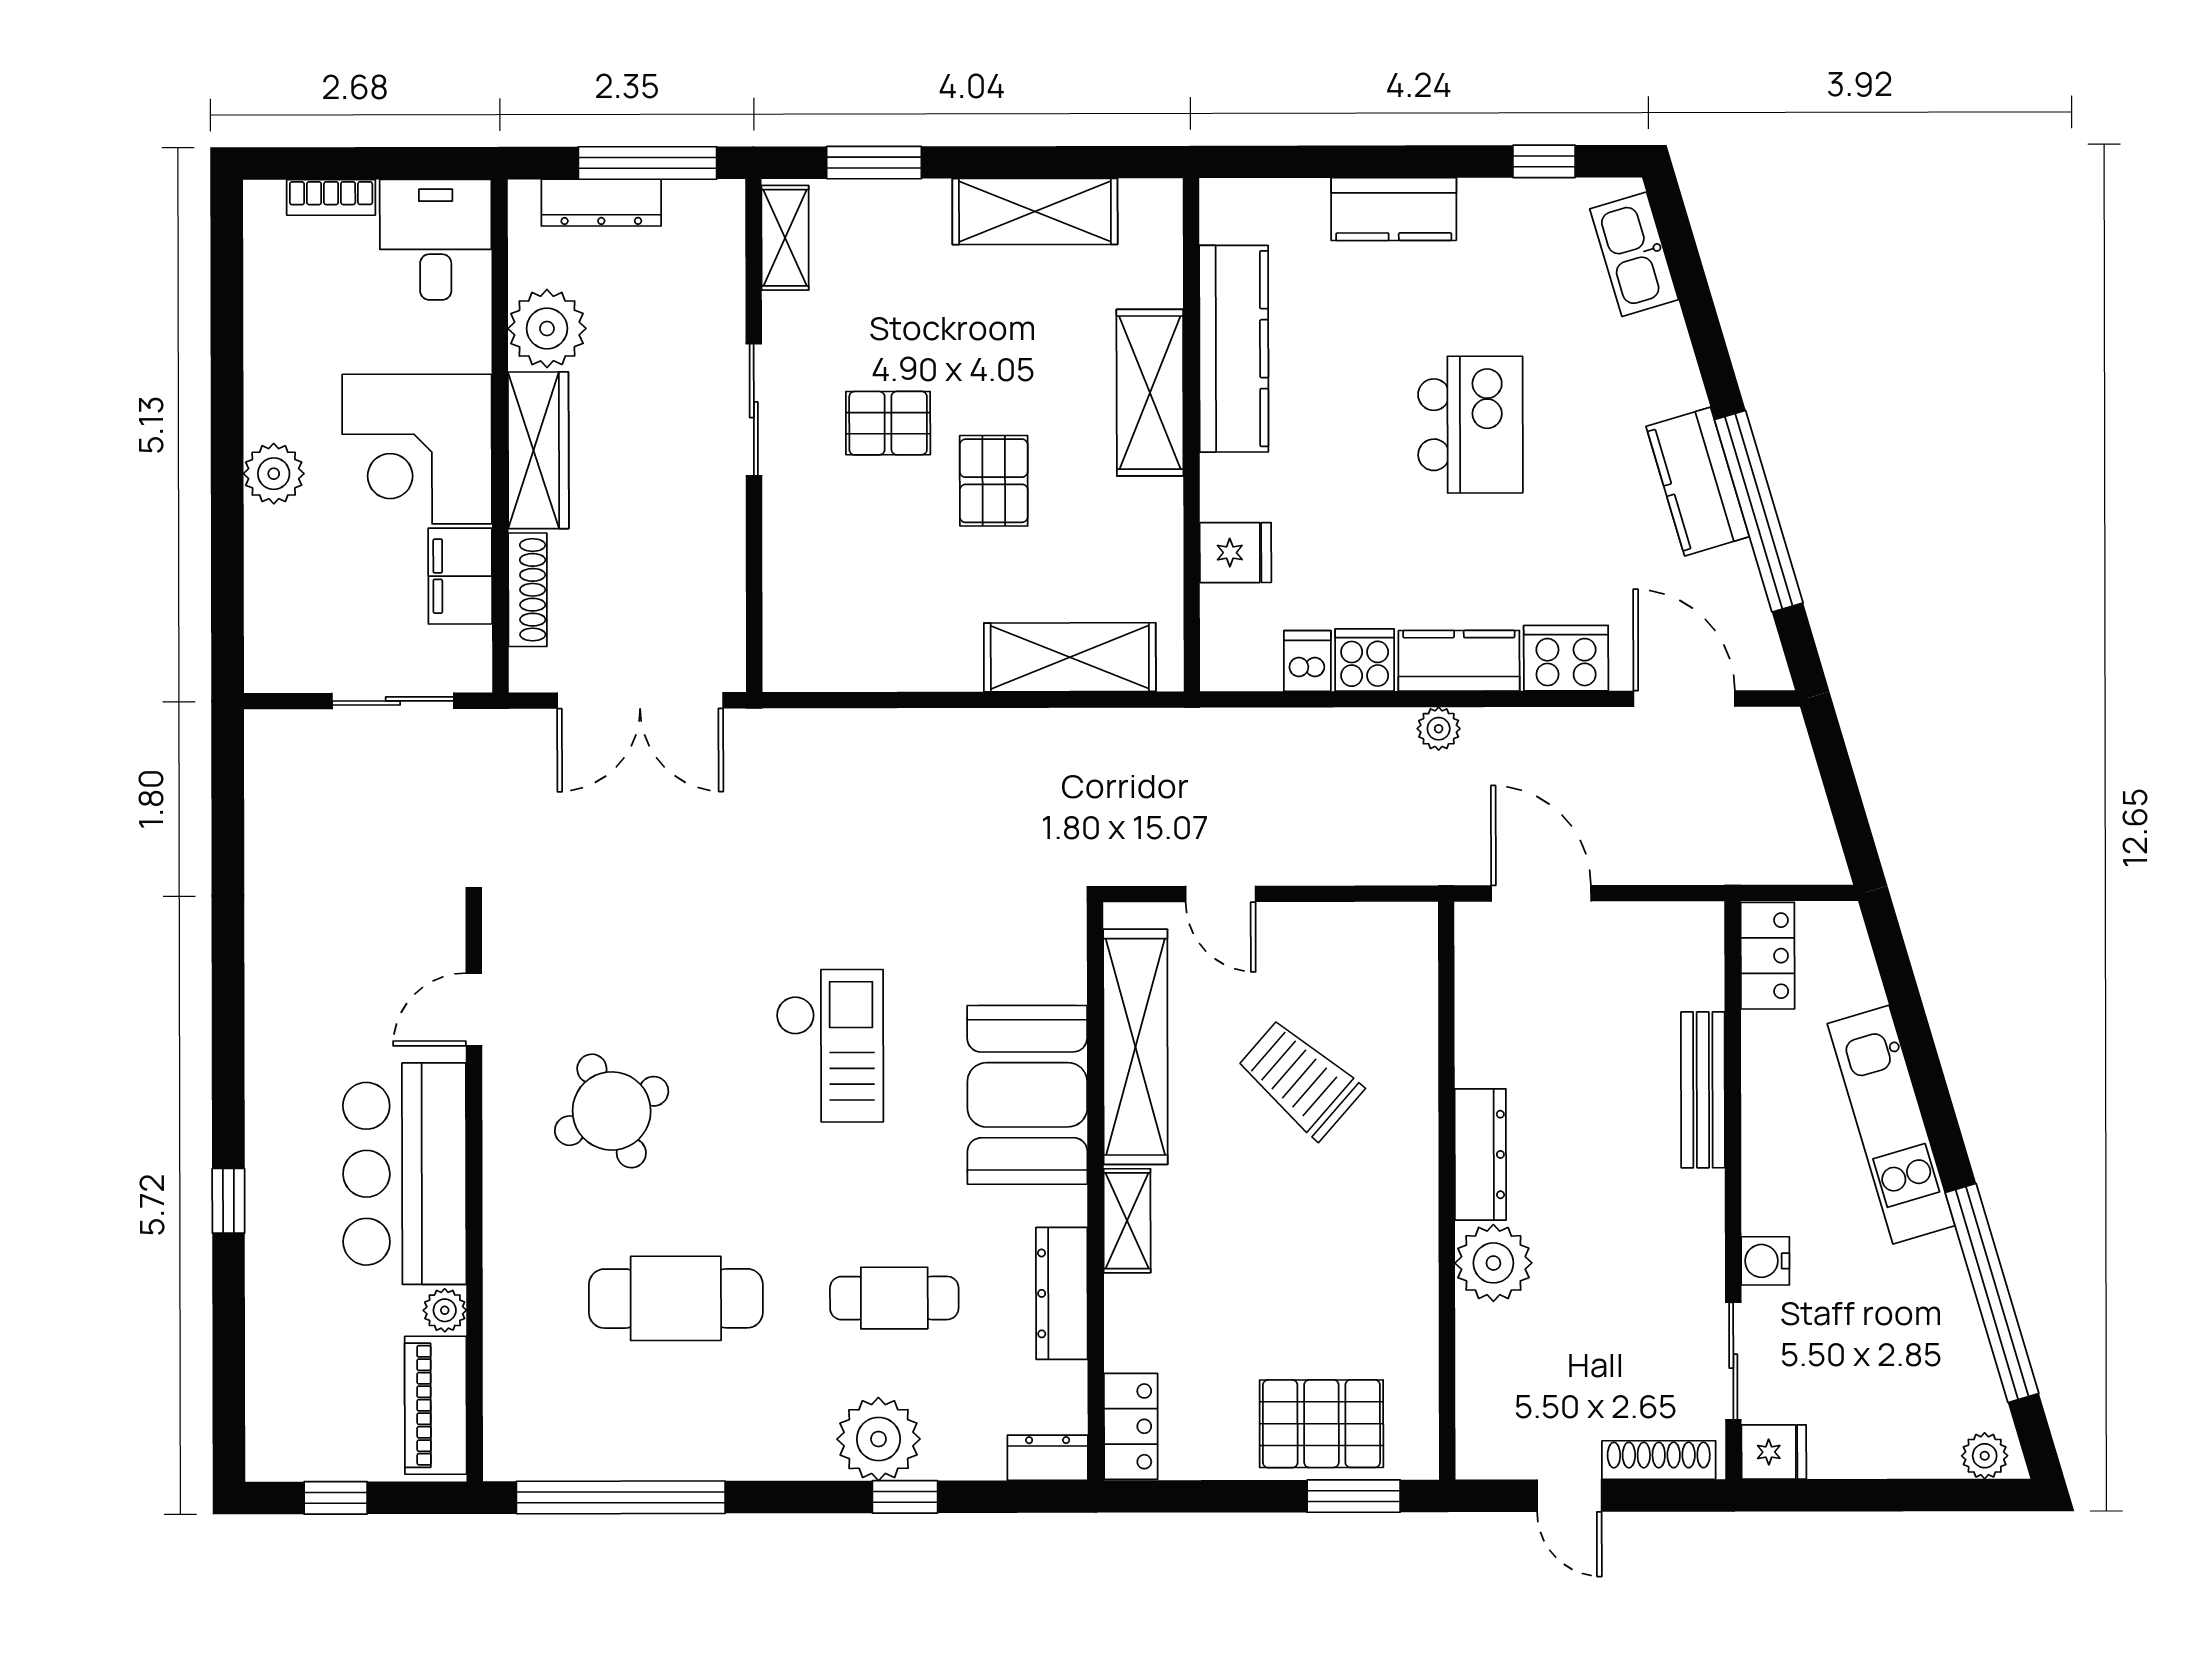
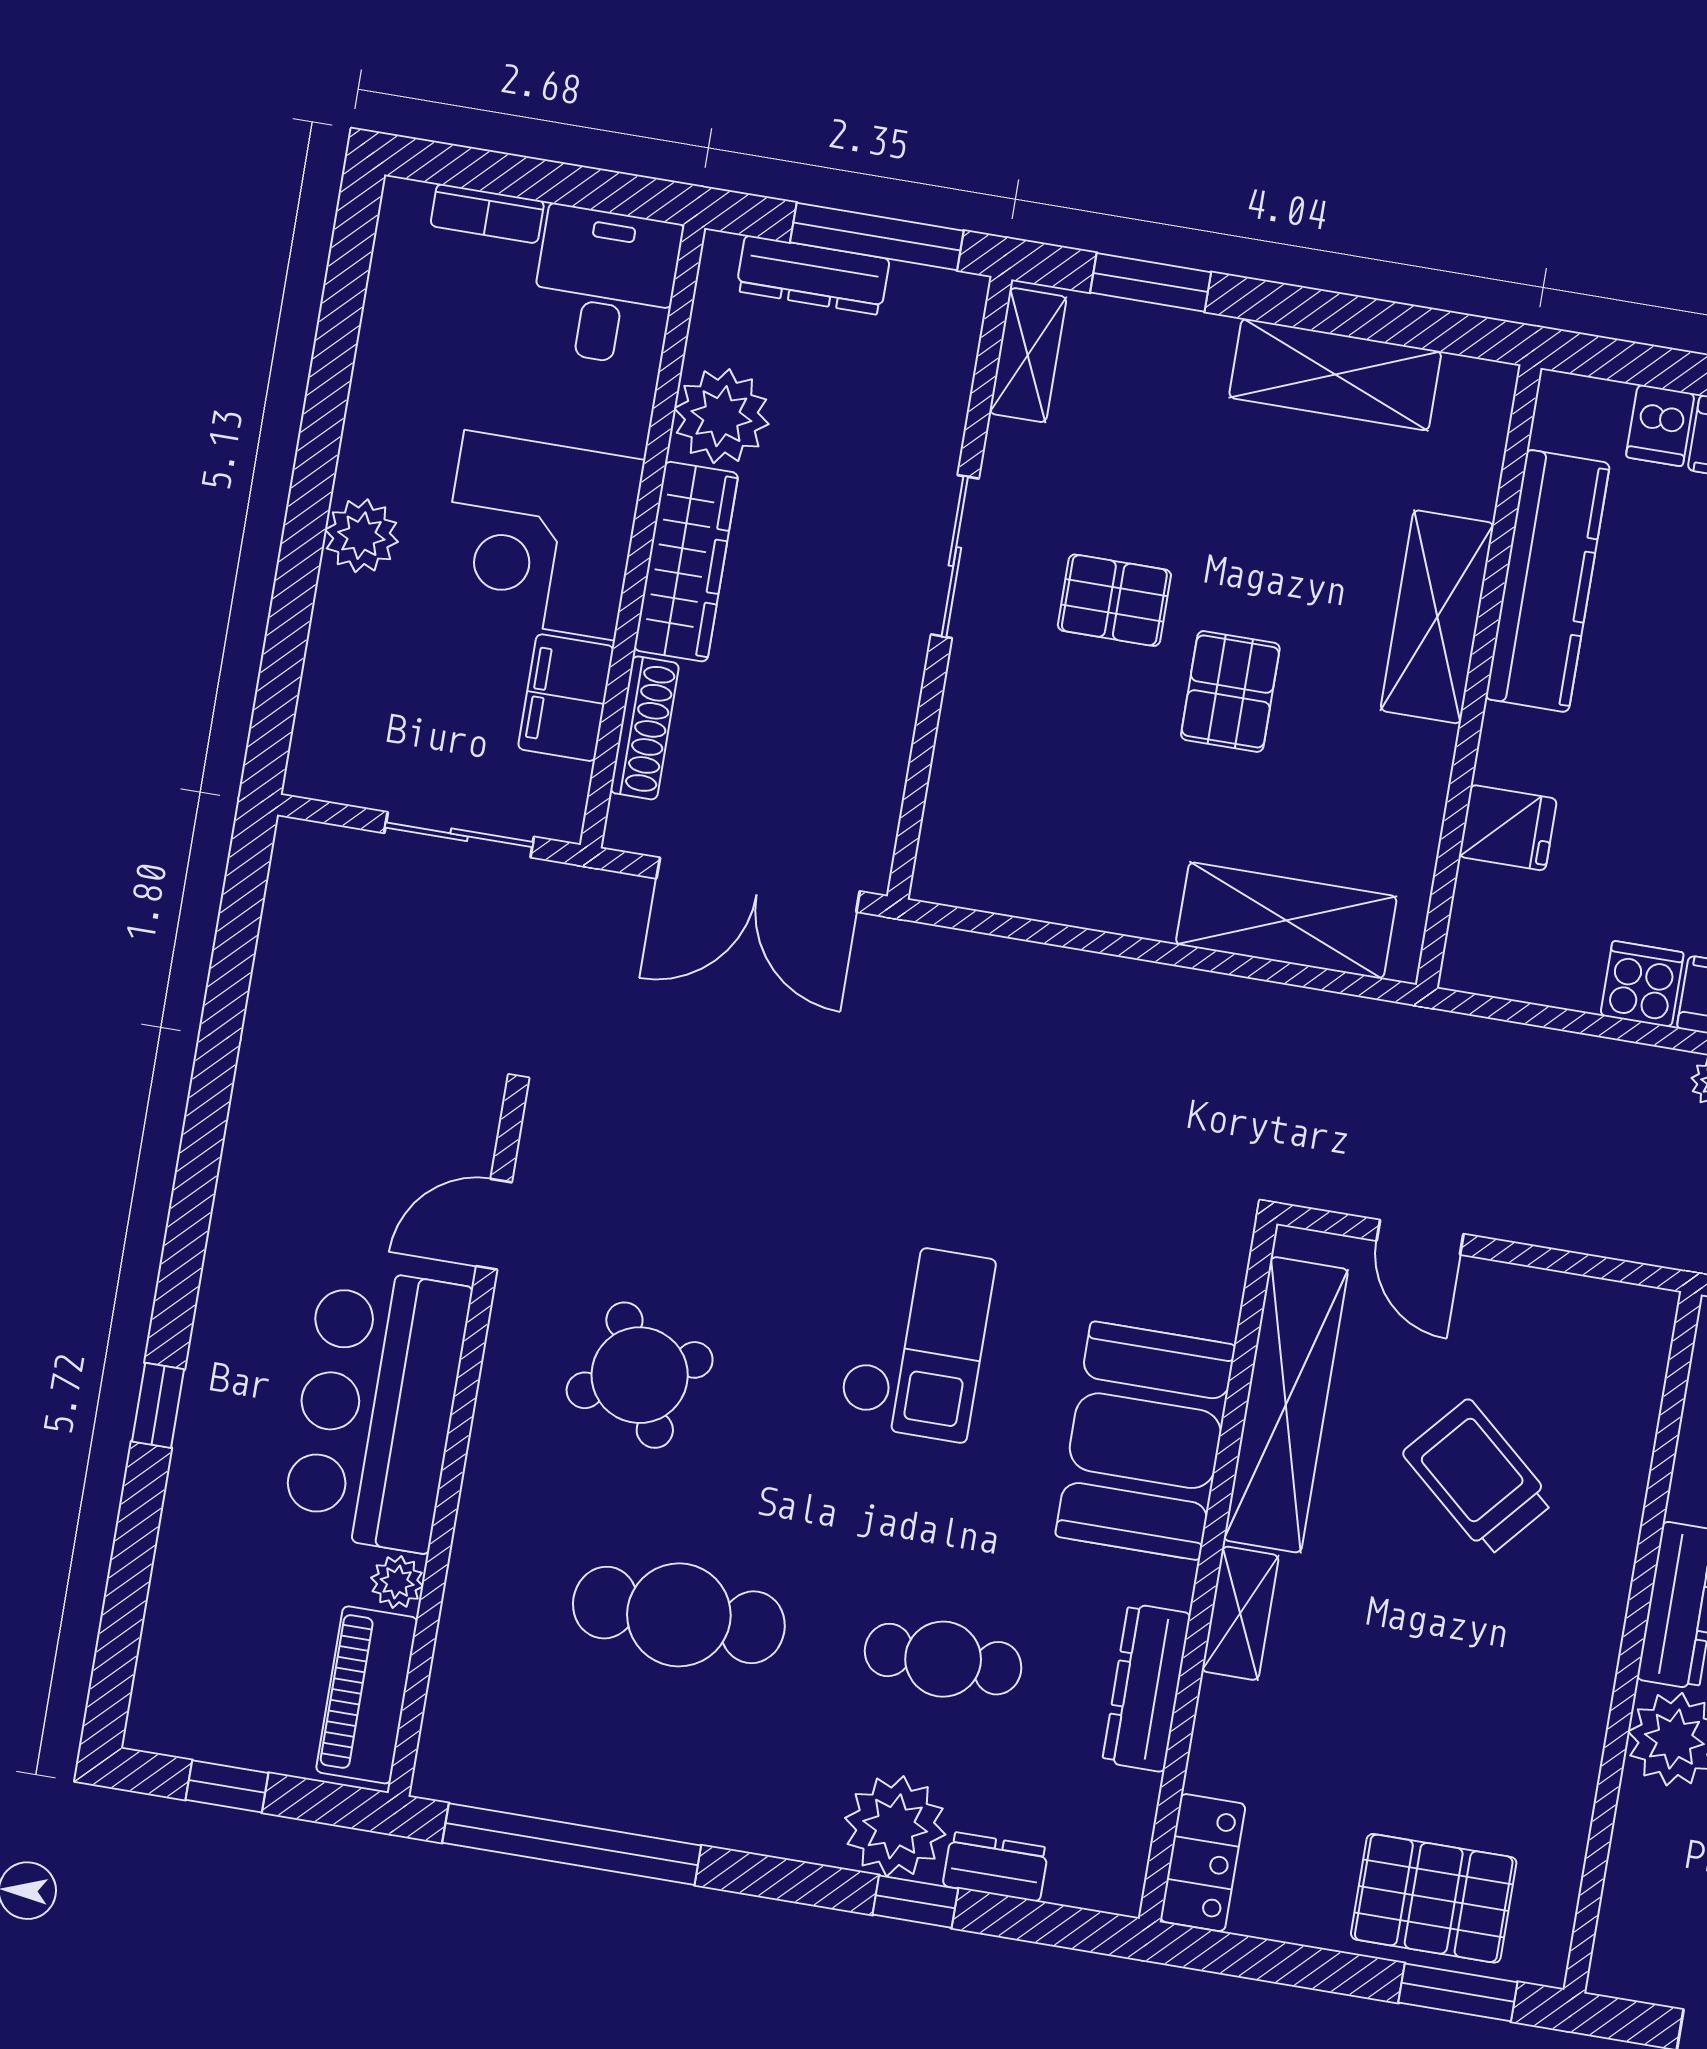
dishwasher: (1307, 661) -> (1660, 425), moved, turned 180
dresser: (1048, 1458) -> (996, 1867), moved

